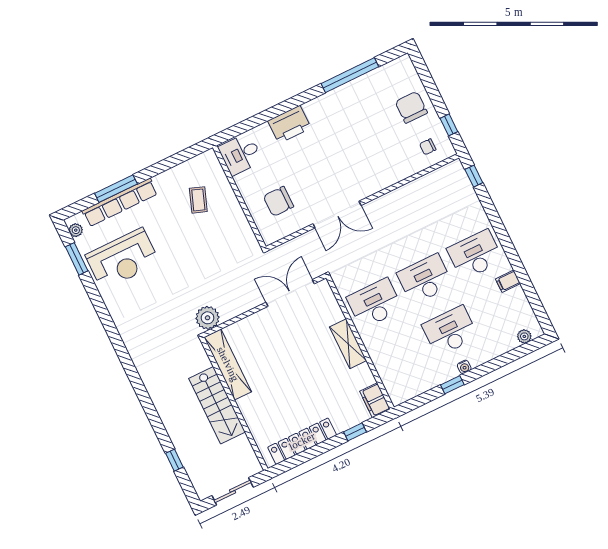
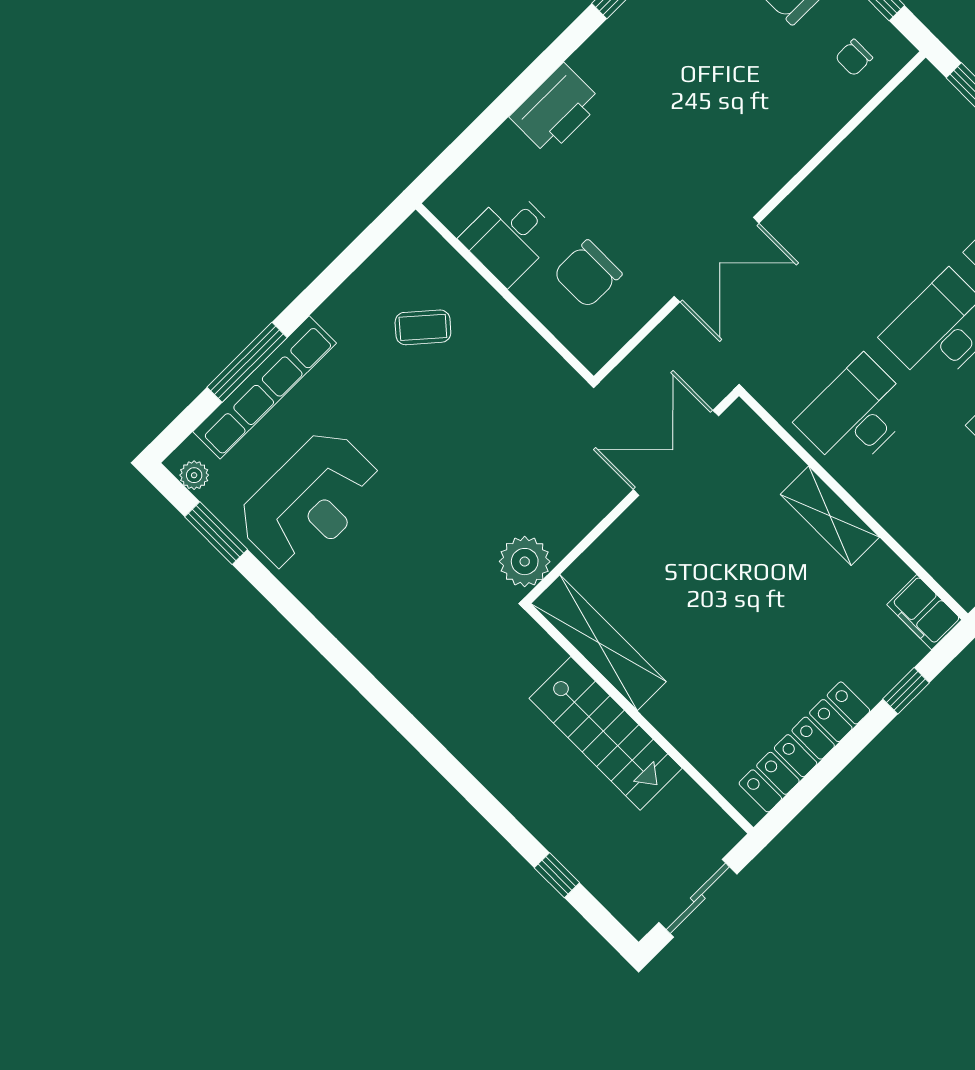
desk: (241, 154) -> (510, 237), moved
coffee table: (198, 200) -> (423, 327), turned -69

